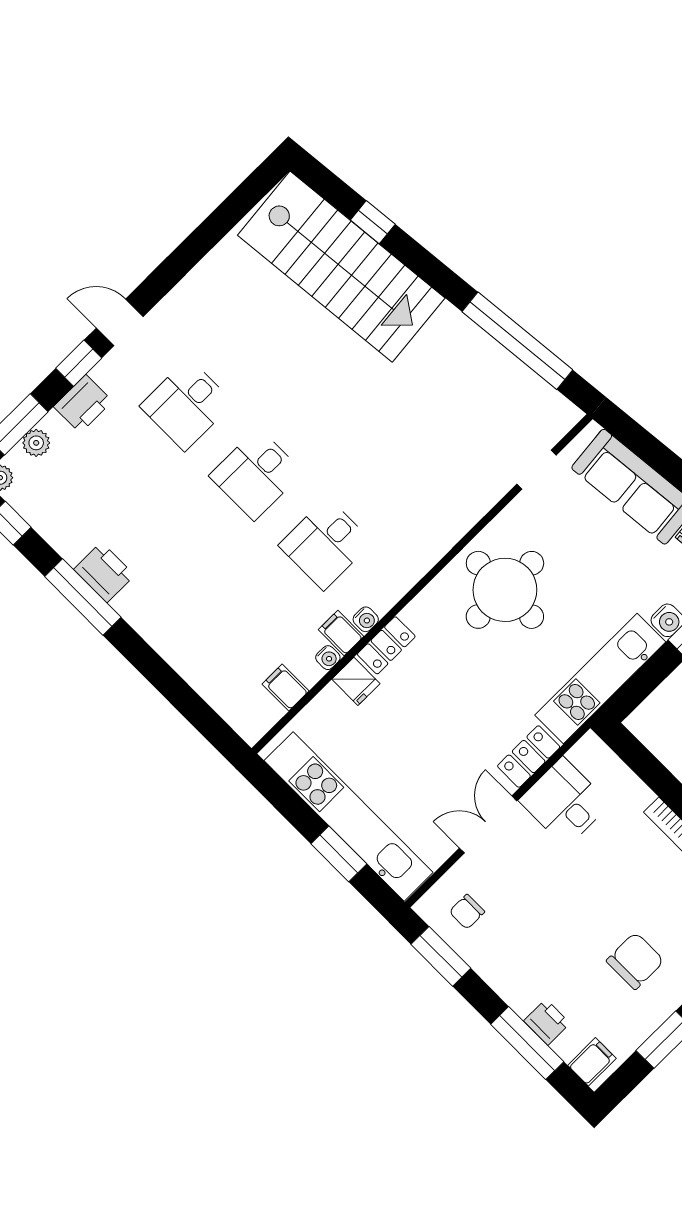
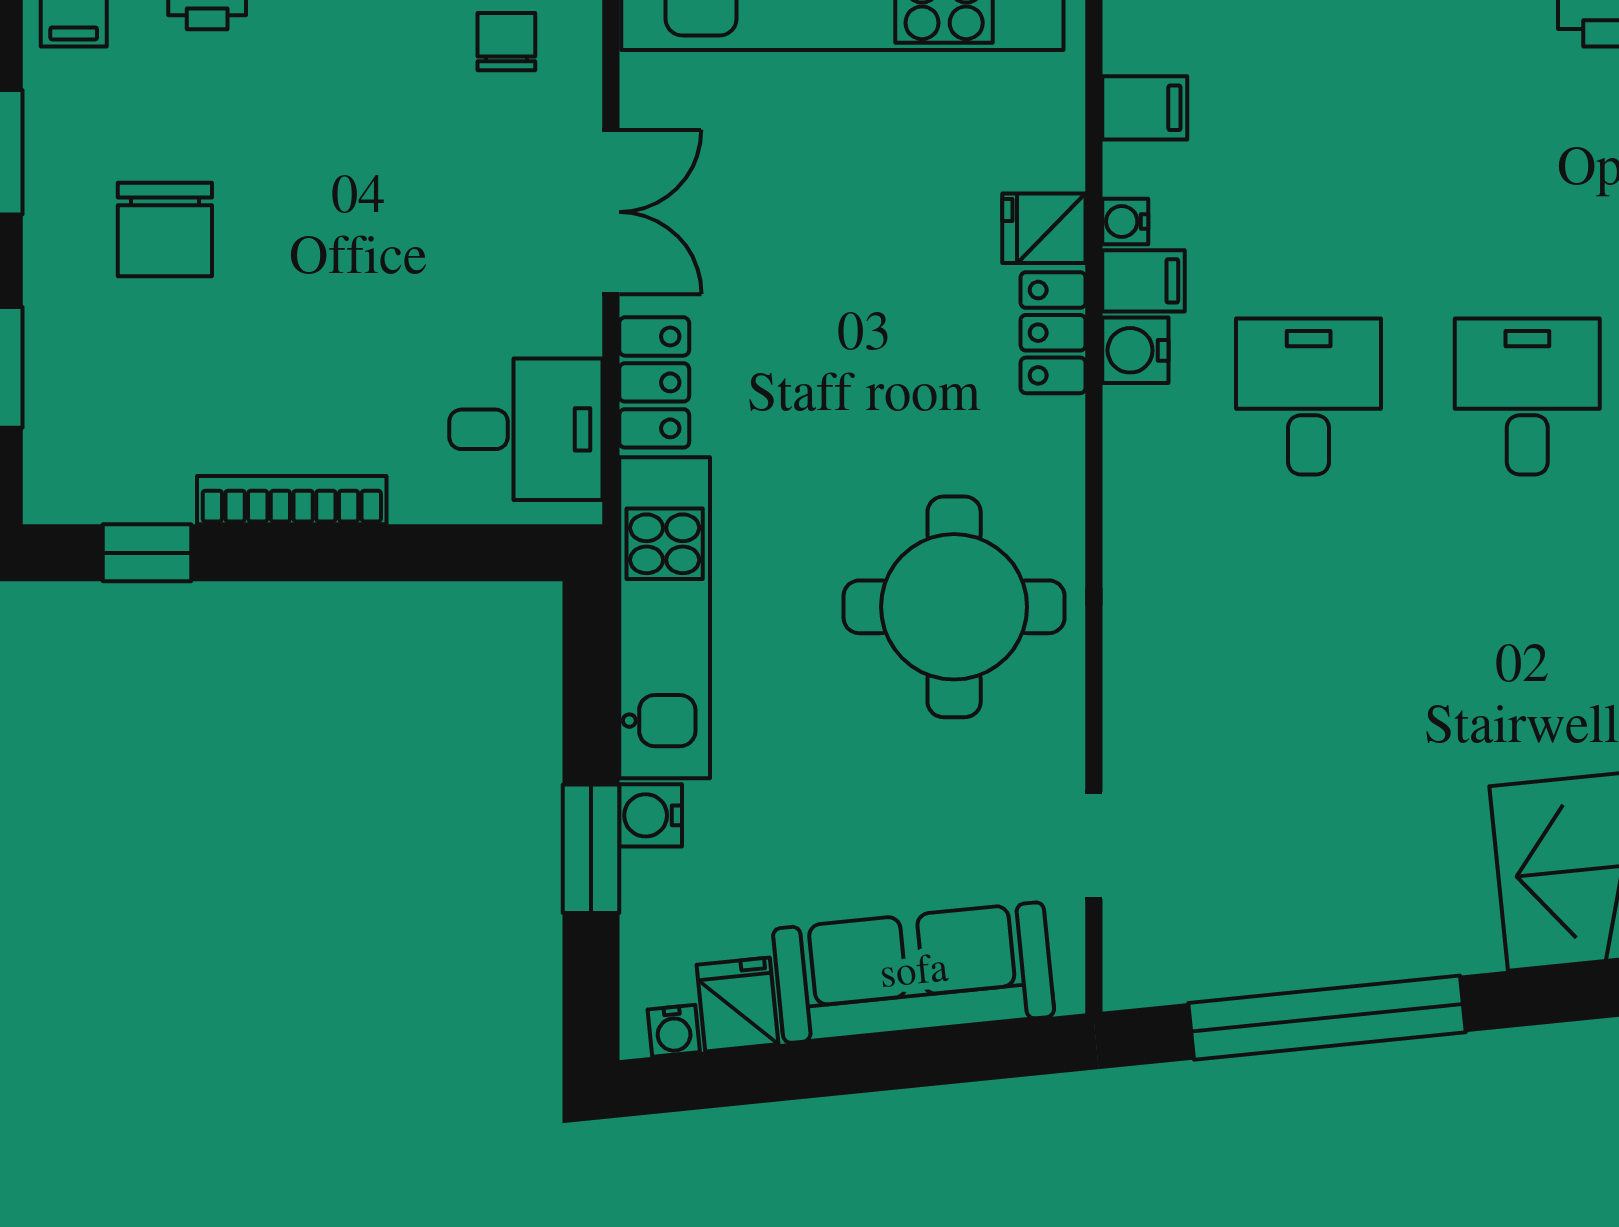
water cooler: (366, 619) -> (1135, 350), width x1.38, depth x1.38
desk: (564, 802) -> (526, 429), moved

